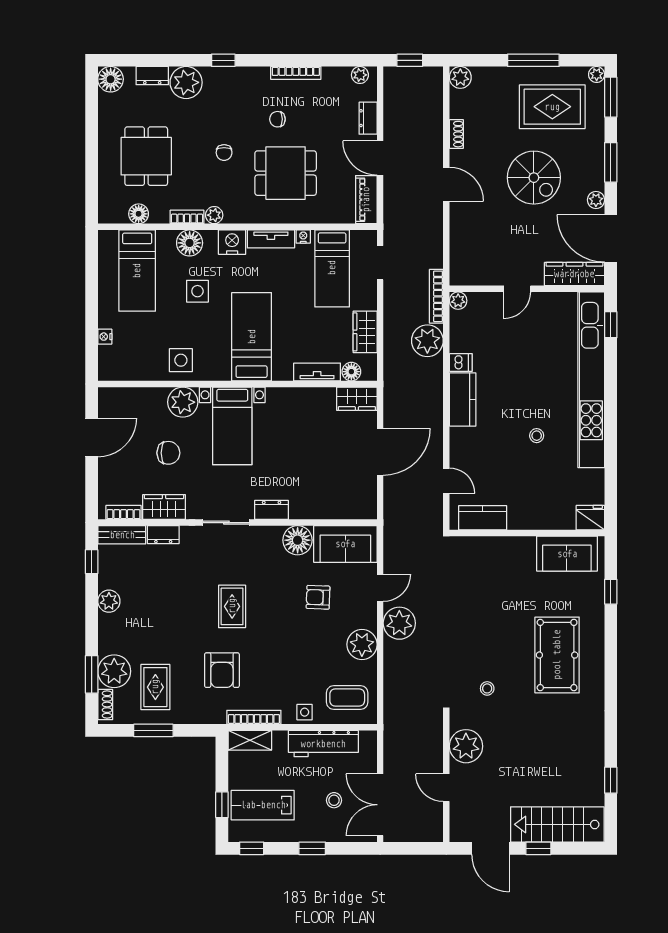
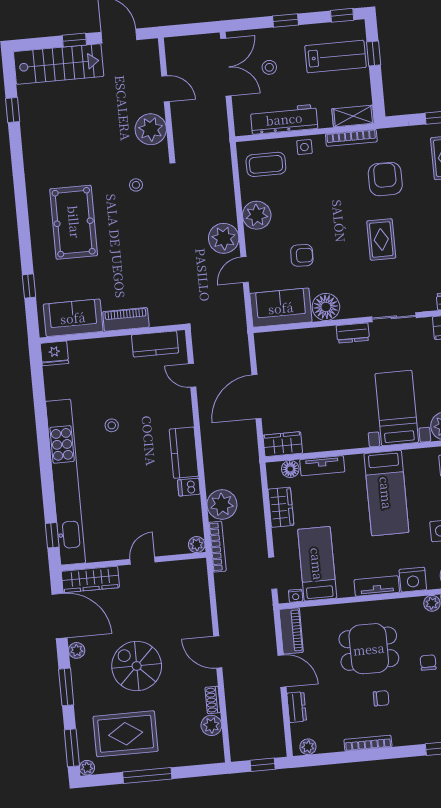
plant: (460, 77) -> (211, 725), moved
nightstand: (303, 237) -> (296, 596), moved
piano: (511, 547) -> (126, 319), added

